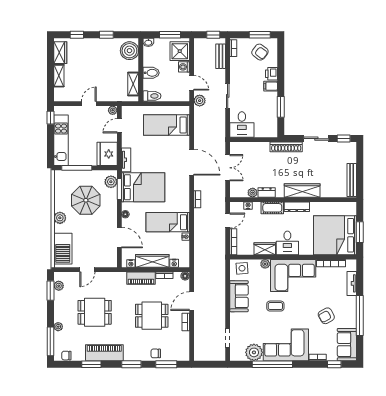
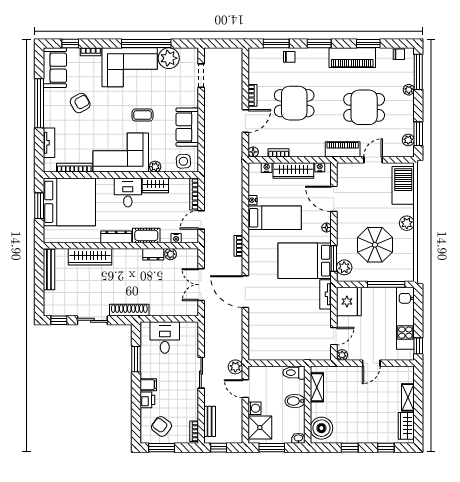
bed: (166, 125) -> (276, 337), removed
desk: (242, 125) -> (165, 338), moved
wardrobe: (302, 190) -> (90, 257), moved
piano: (141, 278) -> (343, 149), moved

